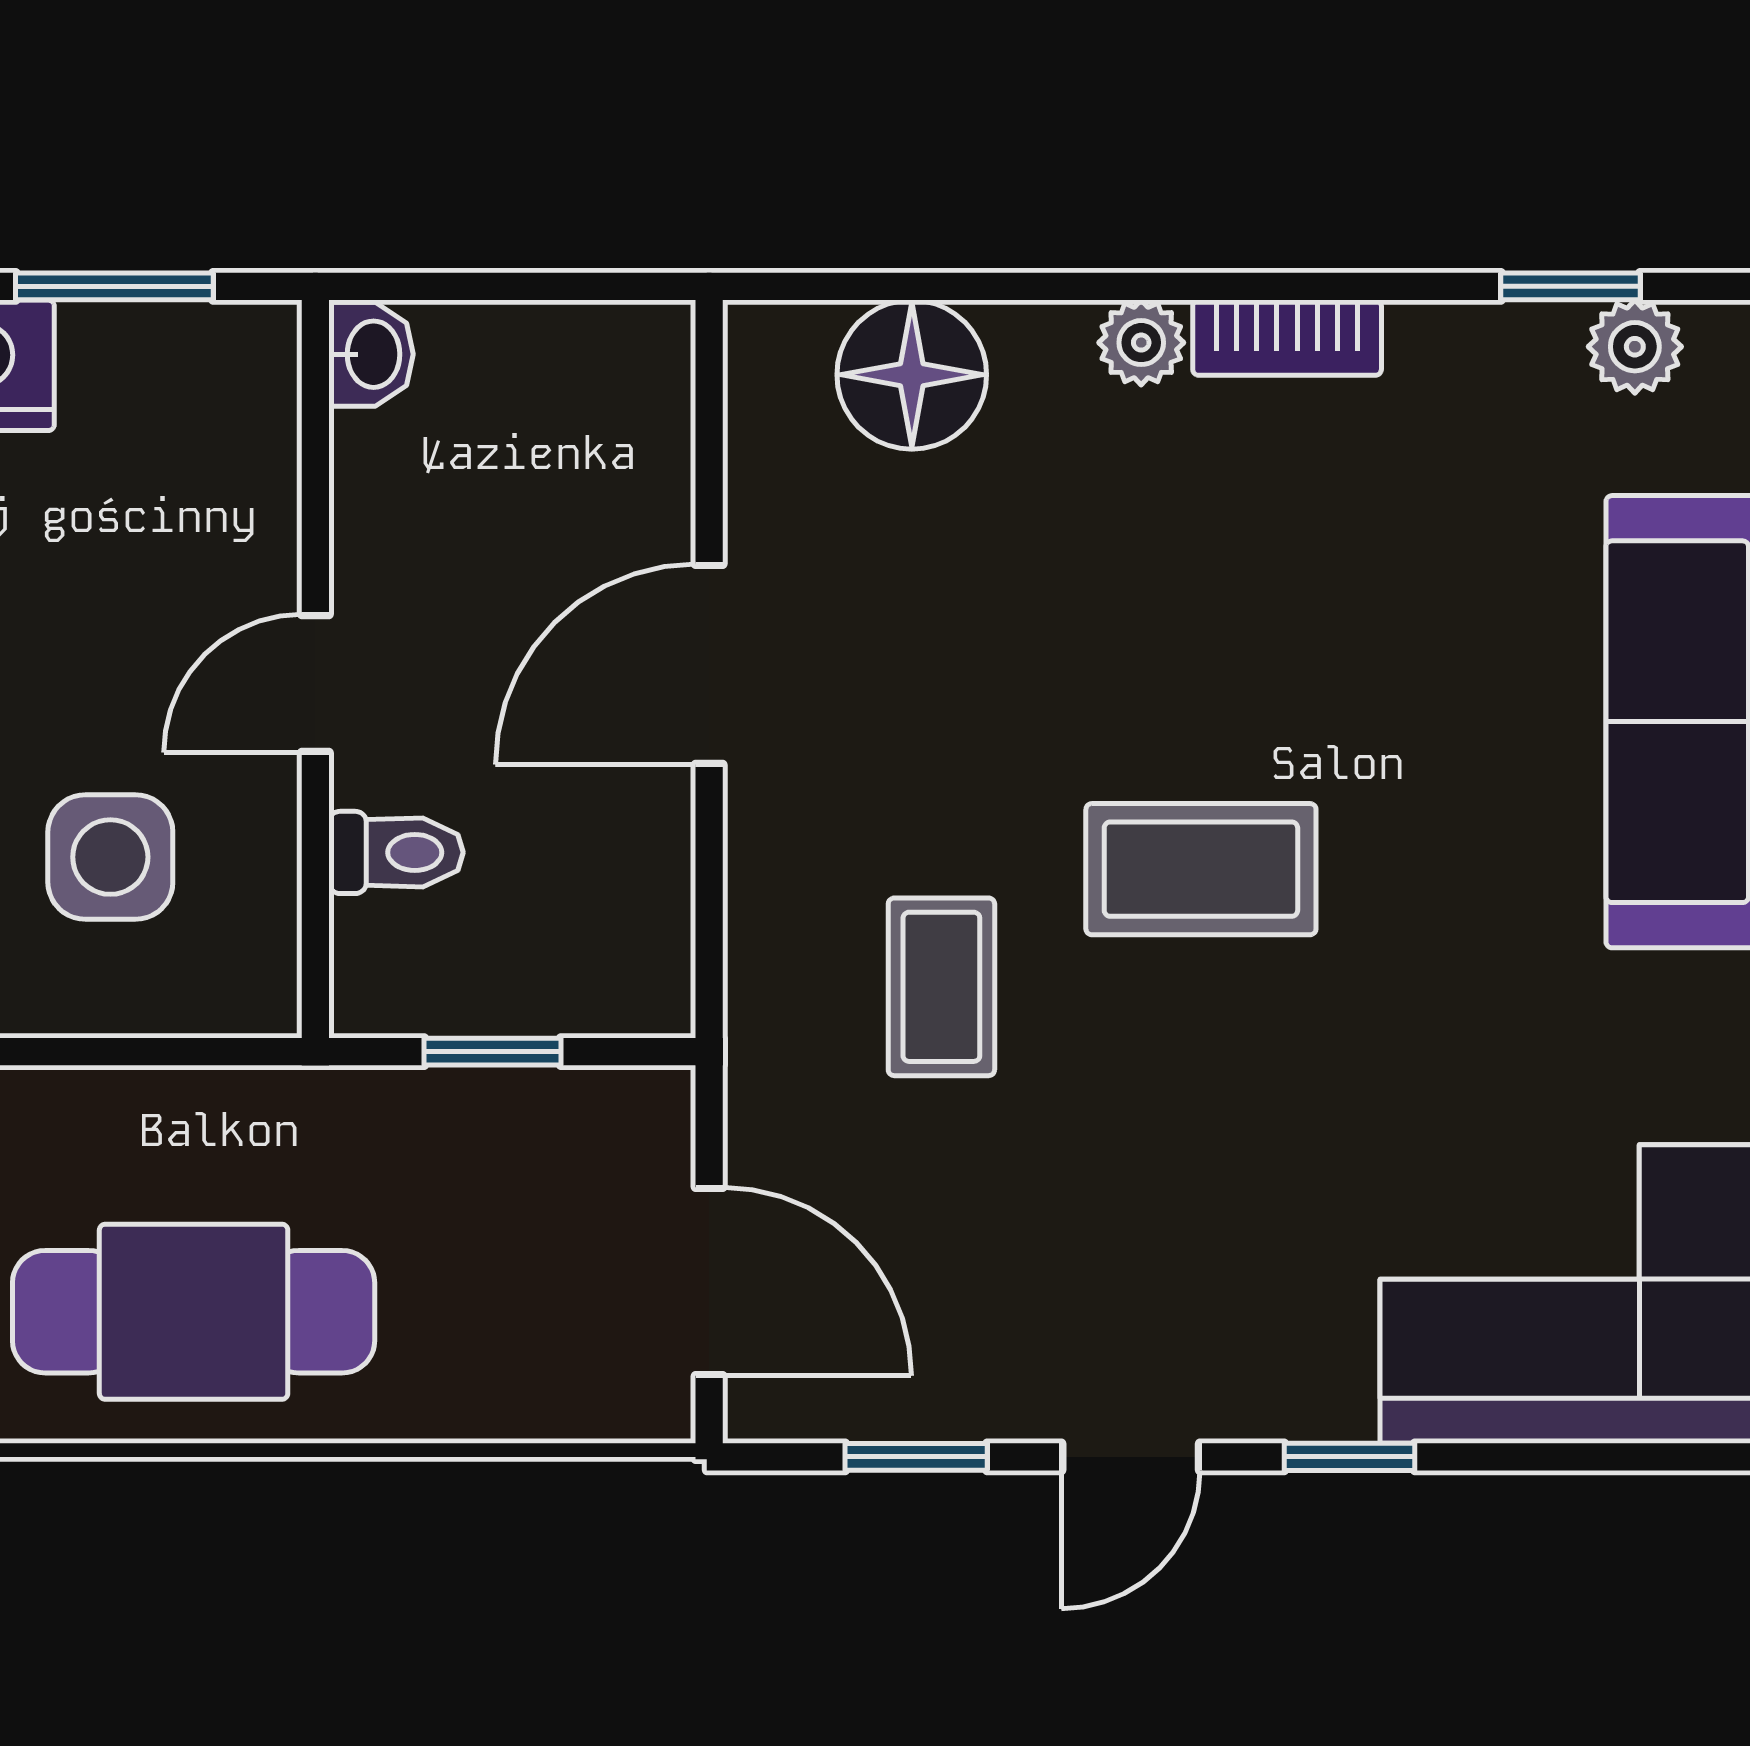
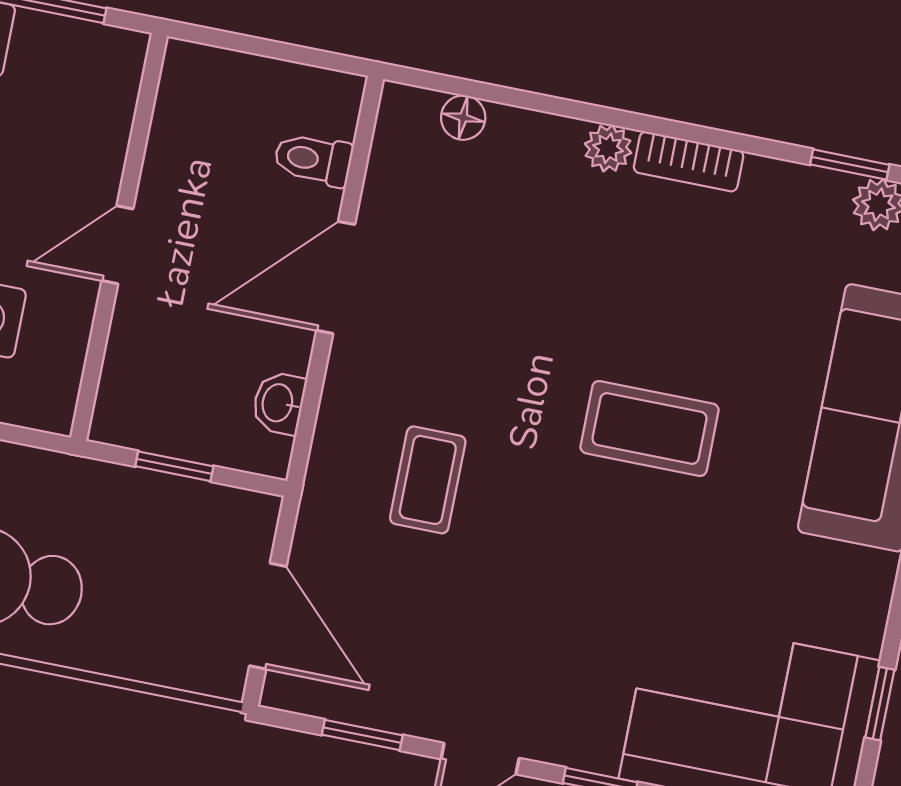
washbasin: (371, 354) -> (279, 403), moved, turned 180
floor lamp: (912, 375) -> (463, 118), width x0.53, depth x0.53
toilet: (396, 852) -> (313, 159), moved, turned 180
coffee table: (1201, 869) -> (650, 428), moved

